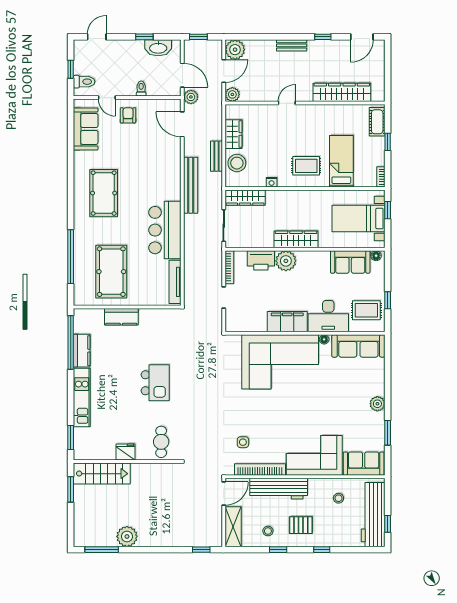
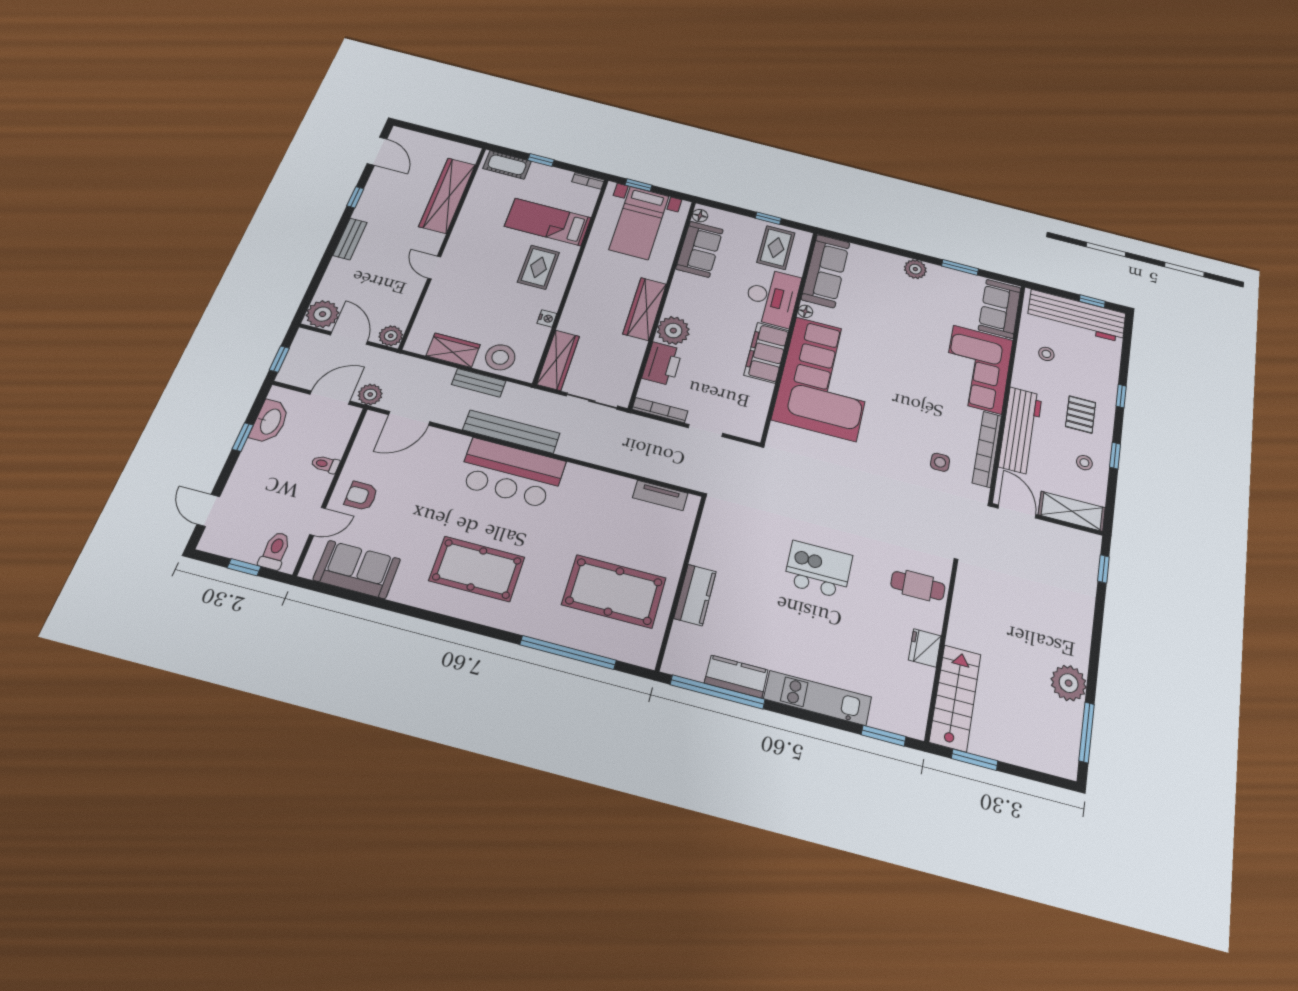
bar counter: (165, 230) -> (511, 473), moved
tv unit: (175, 282) -> (660, 495), width x0.71

